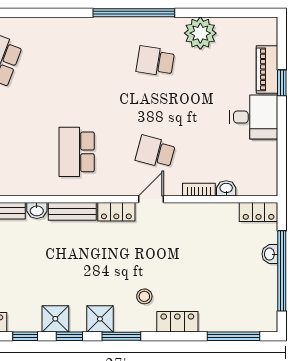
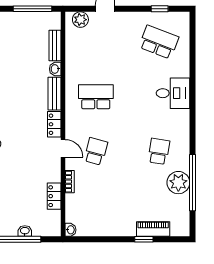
window: (134, 13) -> (192, 183), moved
desk: (254, 117) -> (173, 93), moved, turned -90
washbasin: (226, 188) -> (70, 230), moved
locker: (259, 212) -> (54, 196), moved

